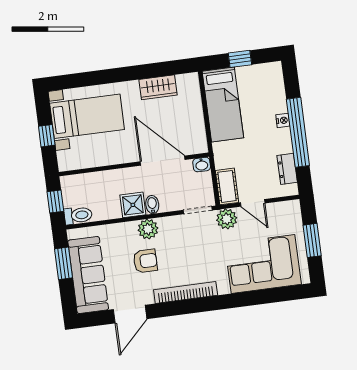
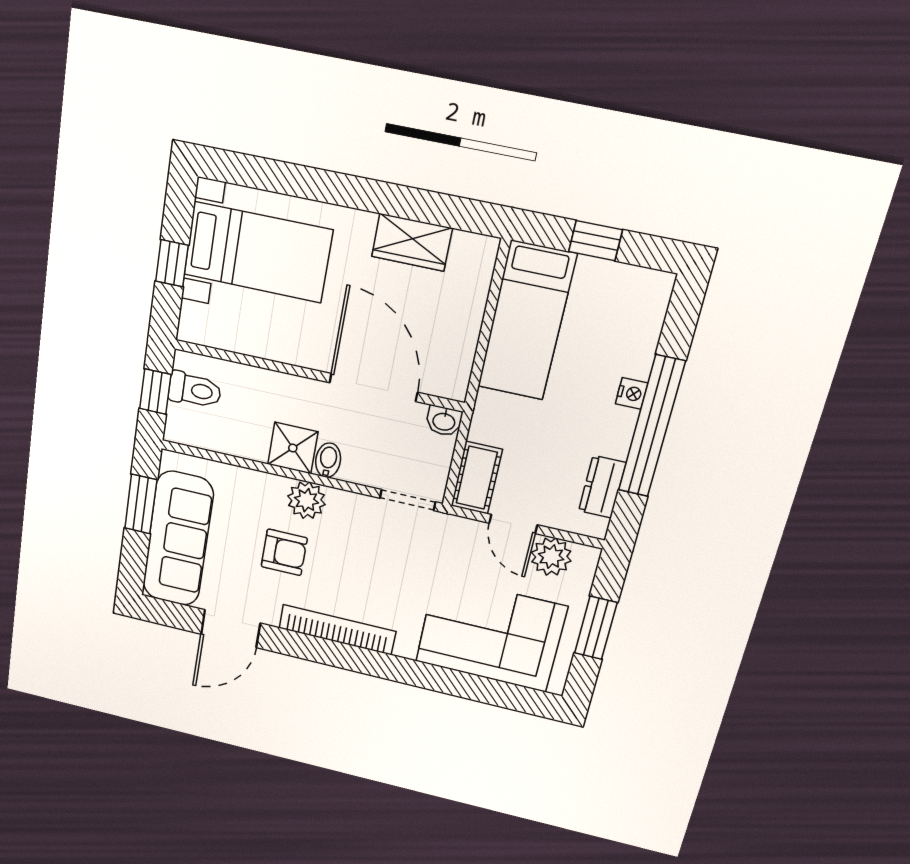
toilet: (78, 215) -> (195, 390), moved
plant: (227, 219) -> (551, 557), moved

